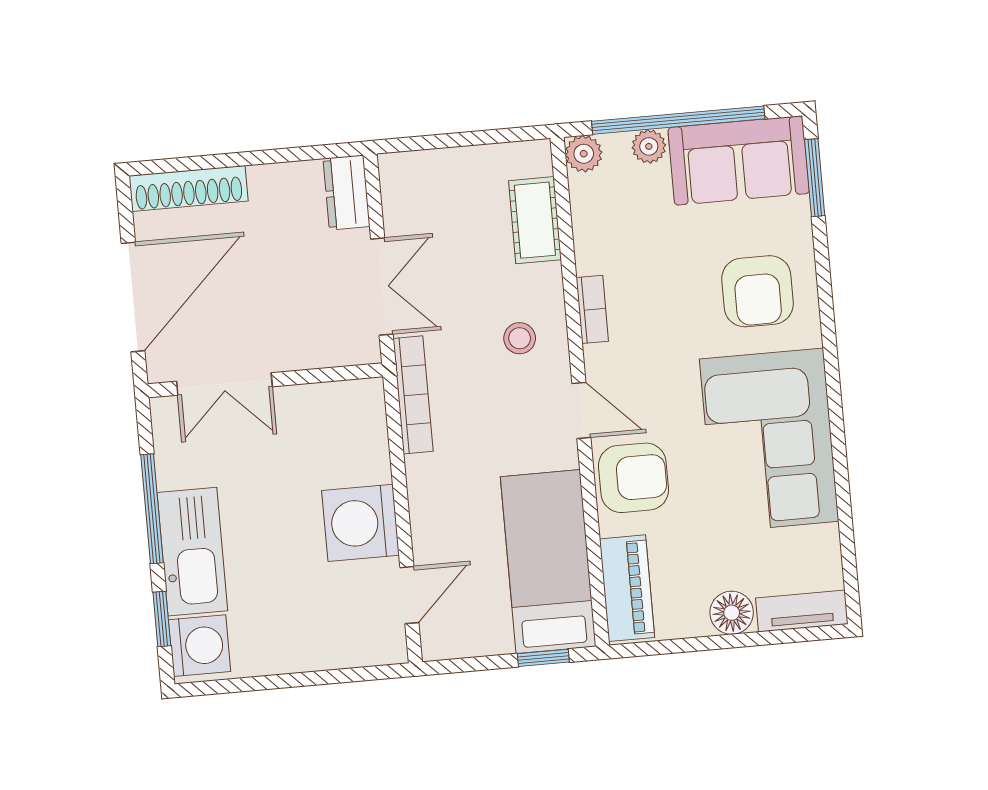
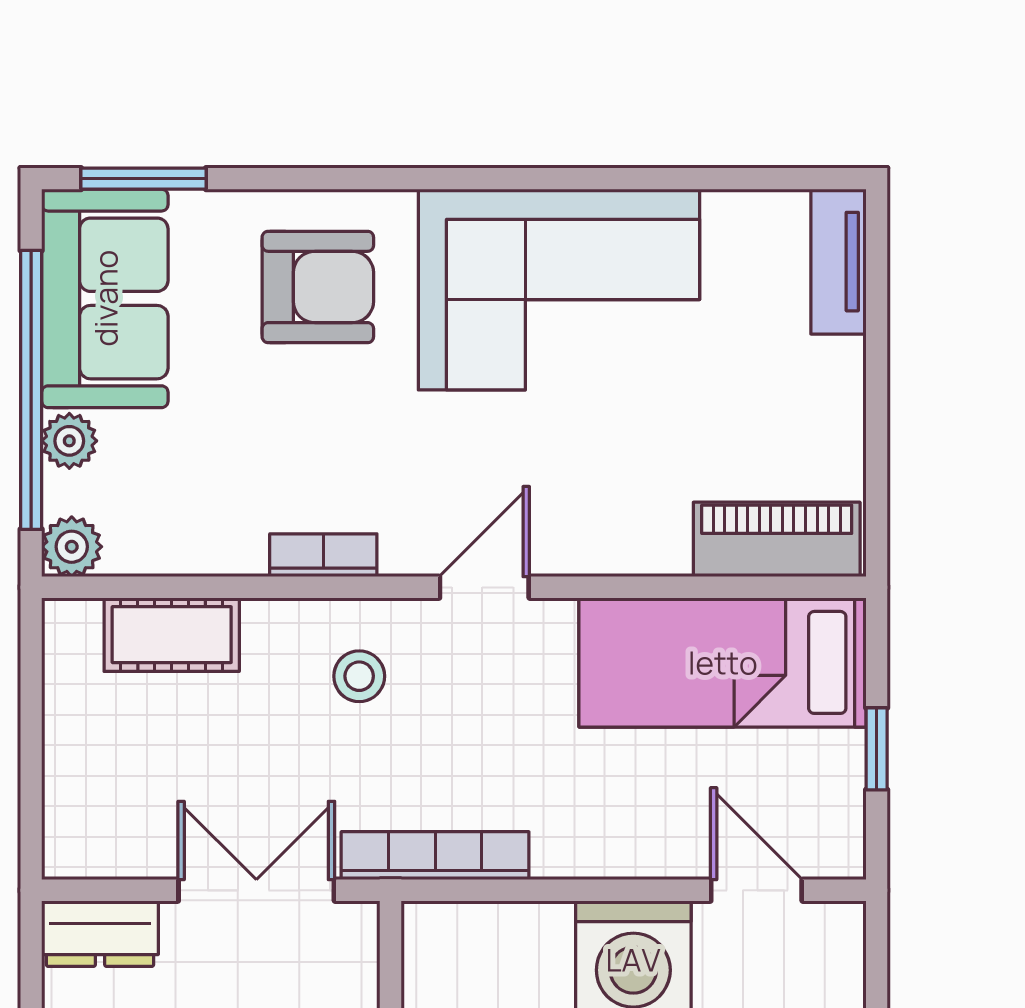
armchair: (633, 478) -> (600, 513), removed
floor lamp: (732, 613) -> (831, 375), removed
window: (543, 658) -> (877, 749), moved

